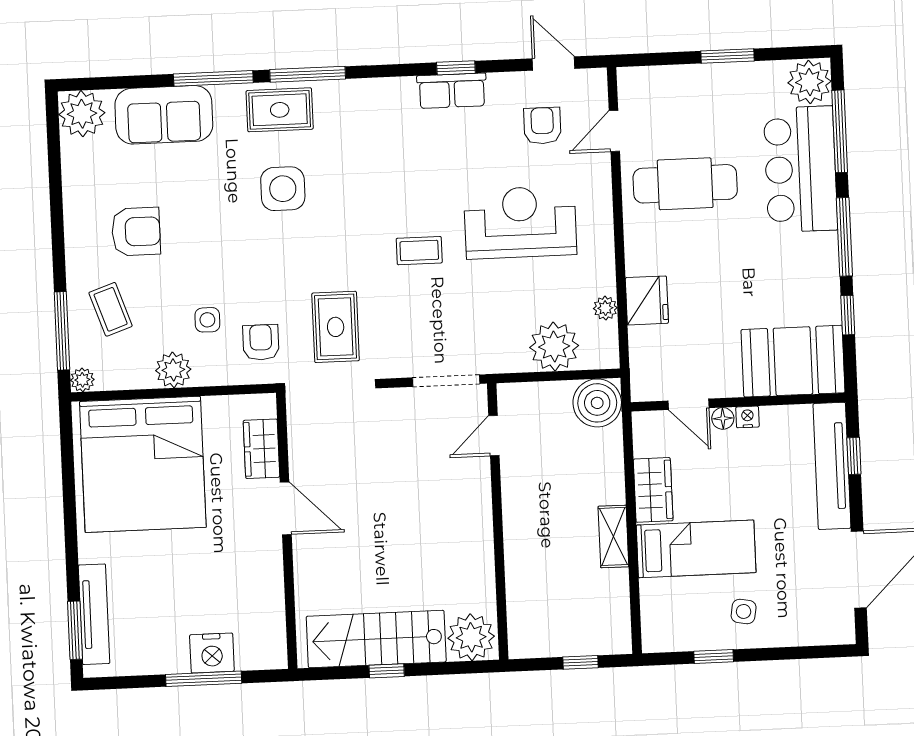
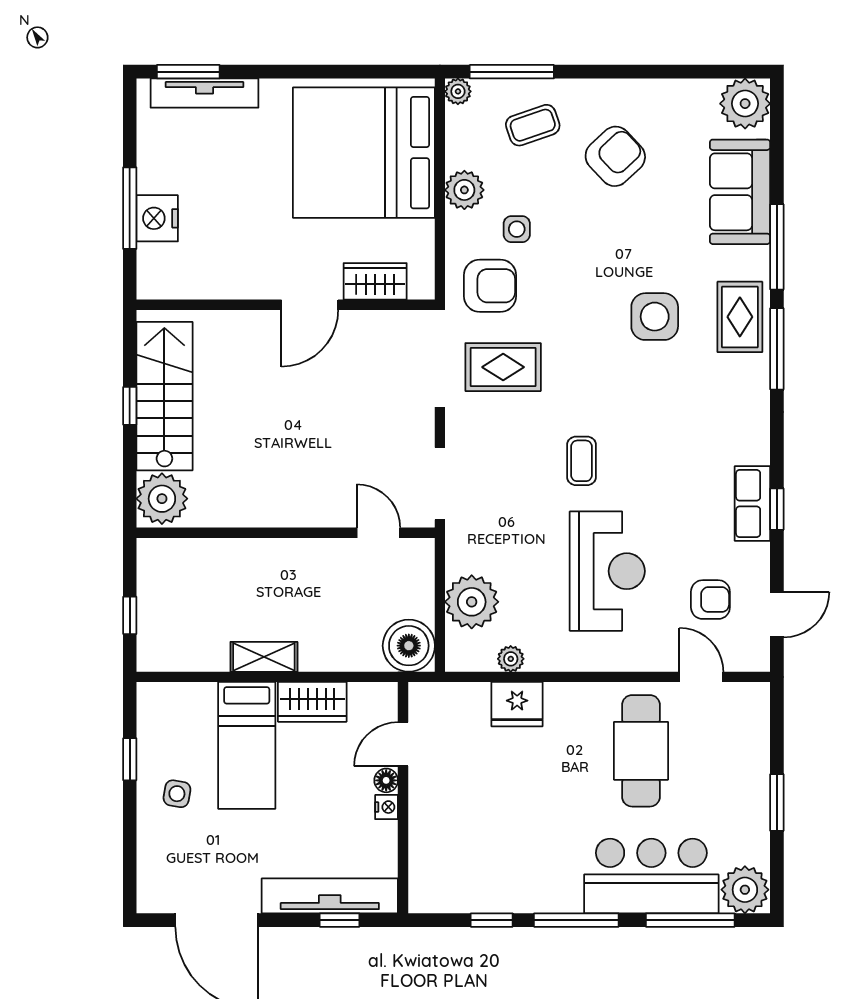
armchair: (136, 232) -> (615, 156), turned -133
armchair: (261, 342) -> (490, 286), width x1.38, depth x1.38
booth: (793, 361) -> (445, 859), removed

